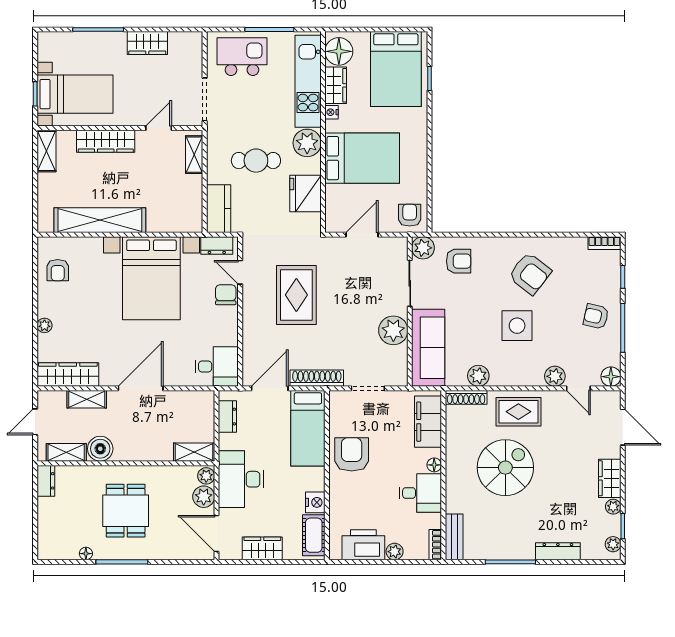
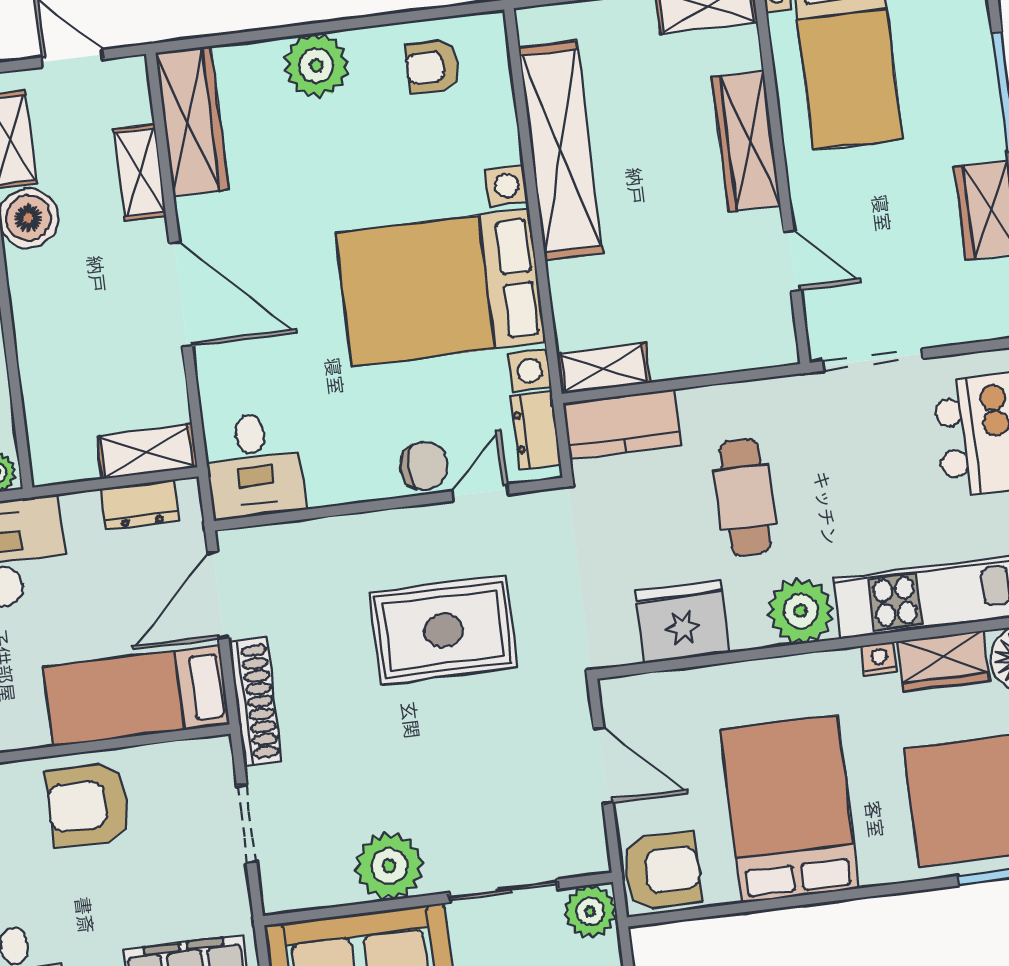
shelving: (194, 155) -> (603, 368), moved
bed: (362, 158) -> (790, 809), moved, turned 180
armchair: (410, 215) -> (662, 871), width x1.38, depth x1.38
plant: (44, 325) -> (316, 65), width x1.88, depth x1.88
door: (270, 388) -> (218, 595), swing flipped
shelving: (194, 452) -> (147, 452), moved, turned 90
armchair: (352, 454) -> (88, 805), turned 180

